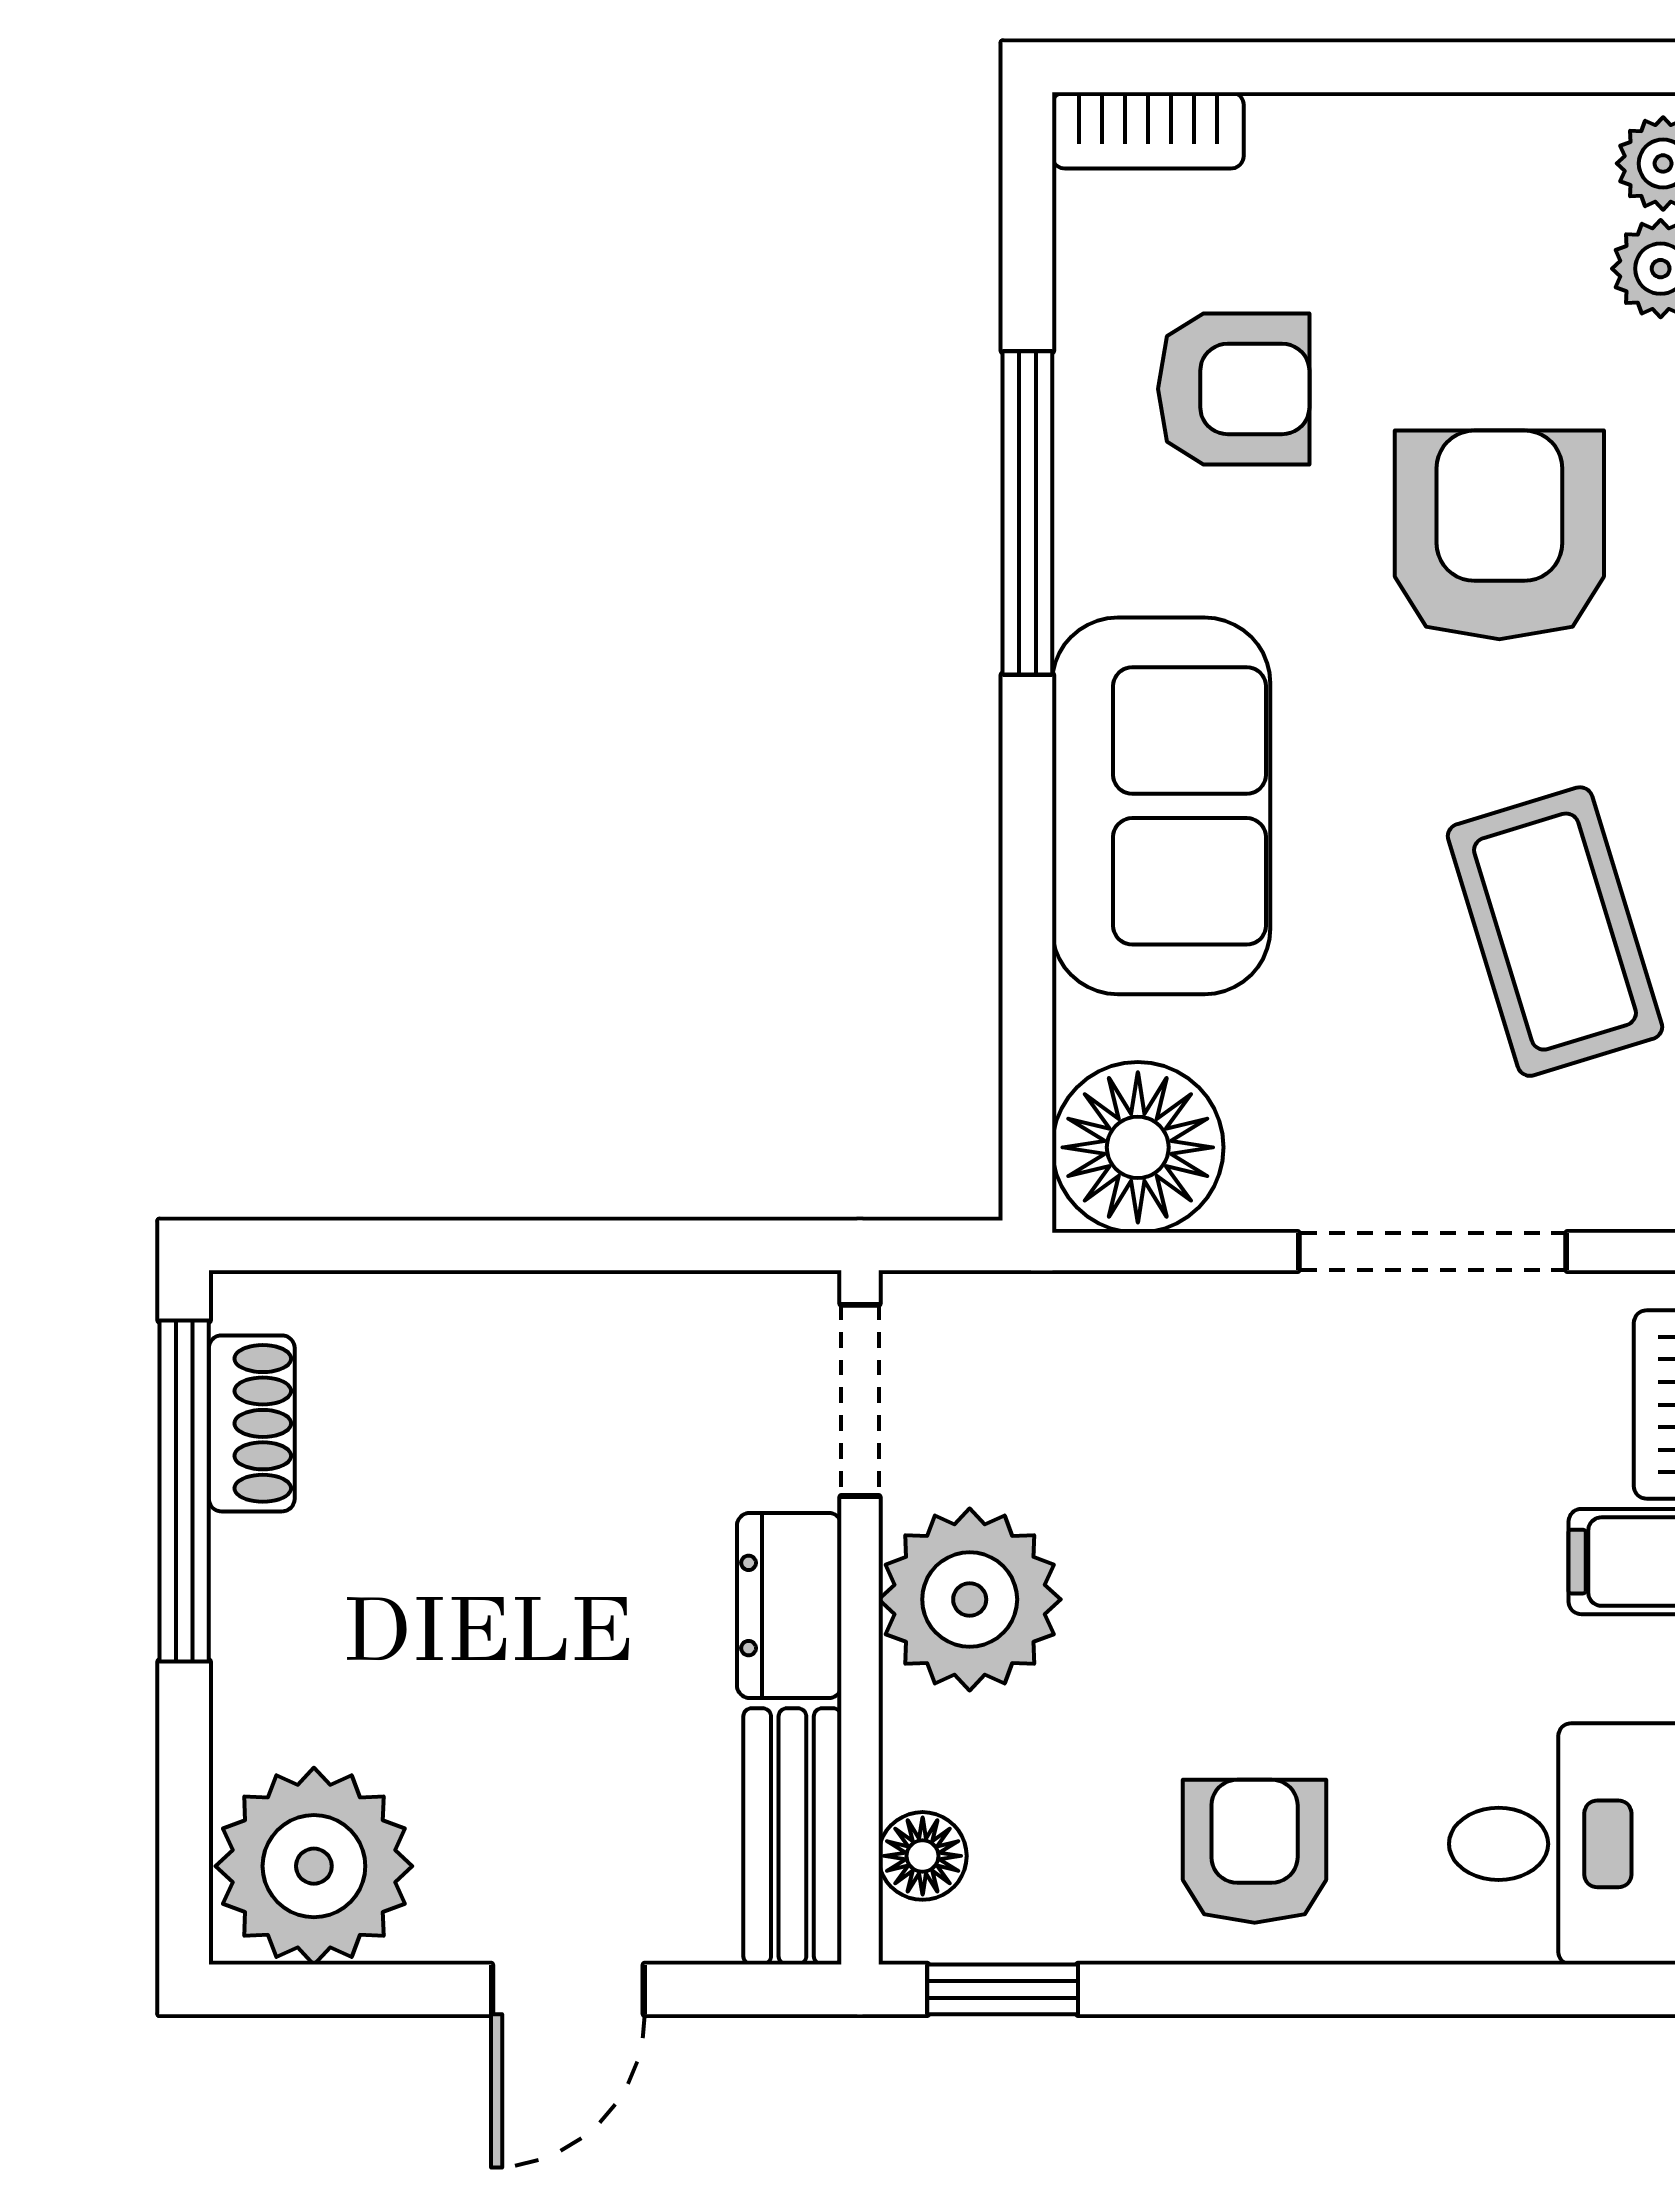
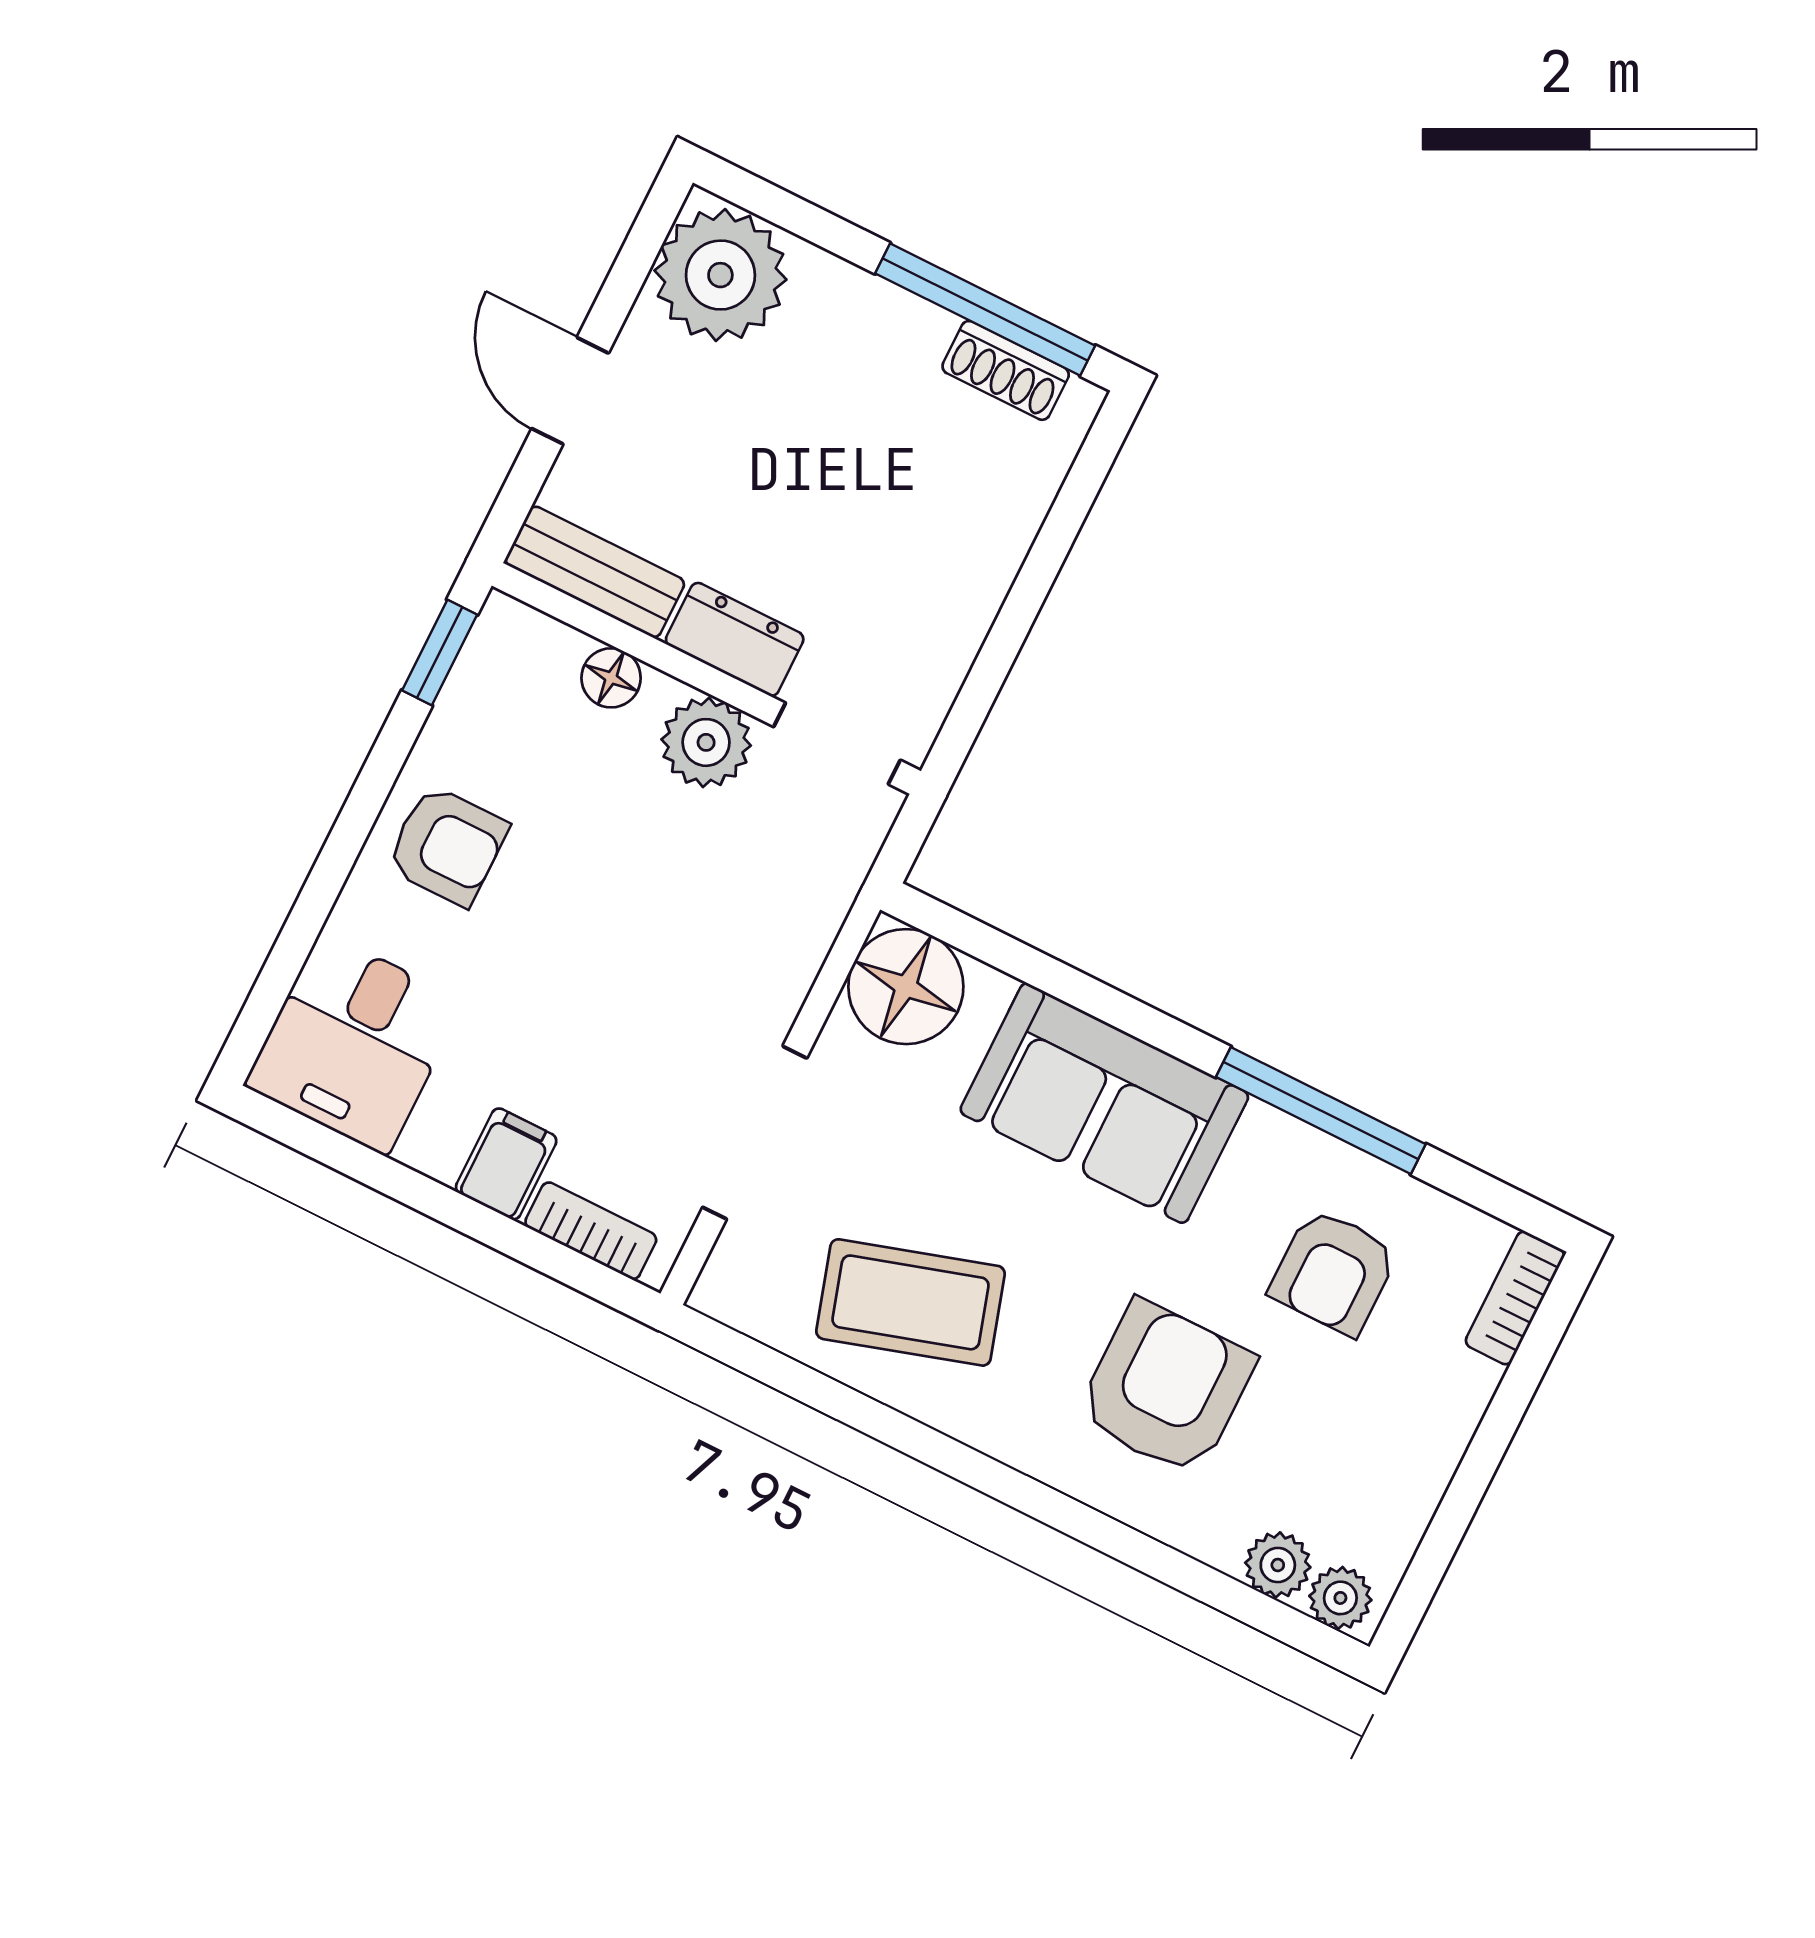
armchair: (1499, 535) -> (1166, 1388), turned -90
plant: (970, 1599) -> (706, 742), width x0.73, depth x0.73
floor lamp: (923, 1856) -> (611, 678), moved

